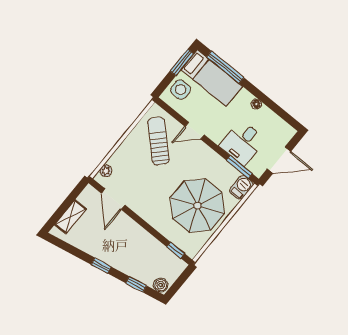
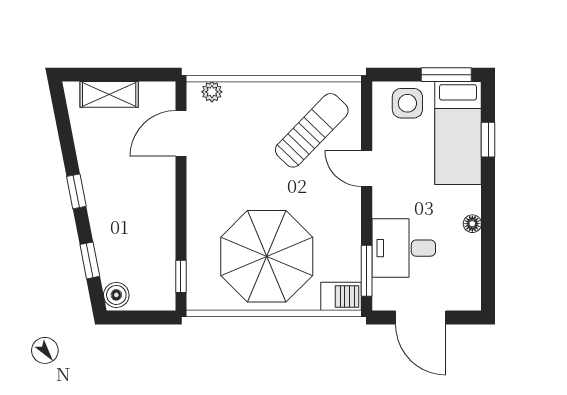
window: (225, 67) -> (488, 140), width x0.46

